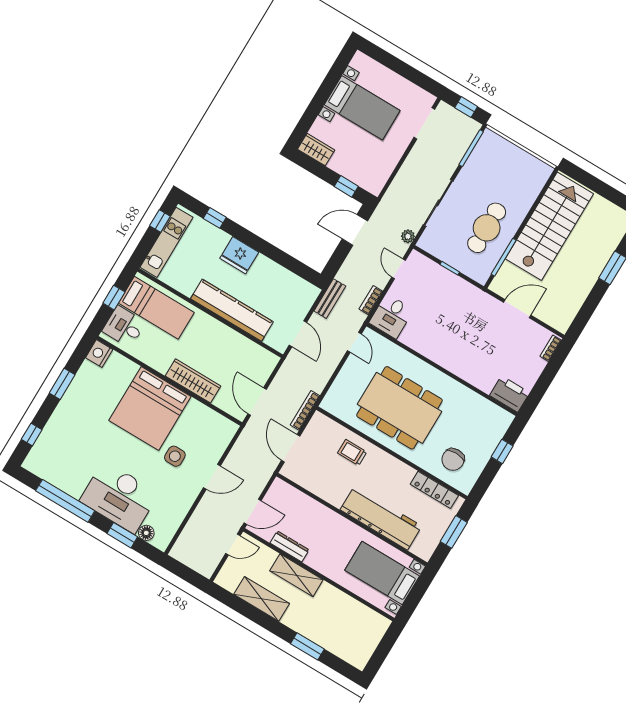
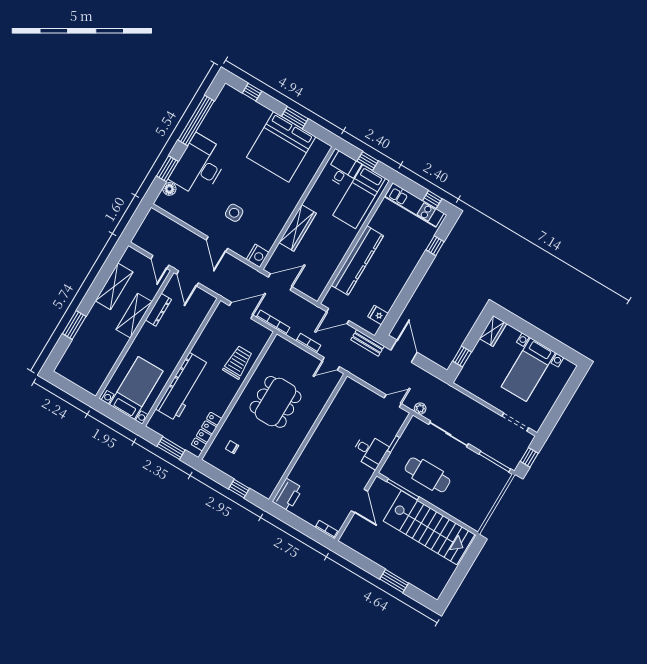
door: (355, 230) -> (404, 351), moved
fridge: (239, 255) -> (378, 315), moved, width x0.53, depth x0.75
bookcase: (371, 300) -> (308, 343), moved
desk: (391, 316) -> (370, 451), moved, turned 180
nightstand: (99, 354) -> (258, 256), moved, turned 90
bed: (150, 408) -> (281, 147), moved, turned -90
dining table: (399, 408) -> (276, 402), width x0.73, depth x0.80
trolley: (352, 452) -> (238, 362), width x1.36, depth x1.39
chair: (453, 459) -> (232, 447), width x0.54, depth x0.54

